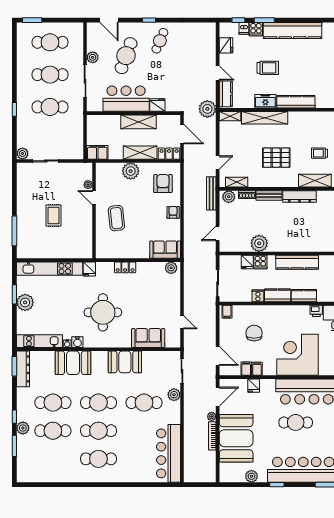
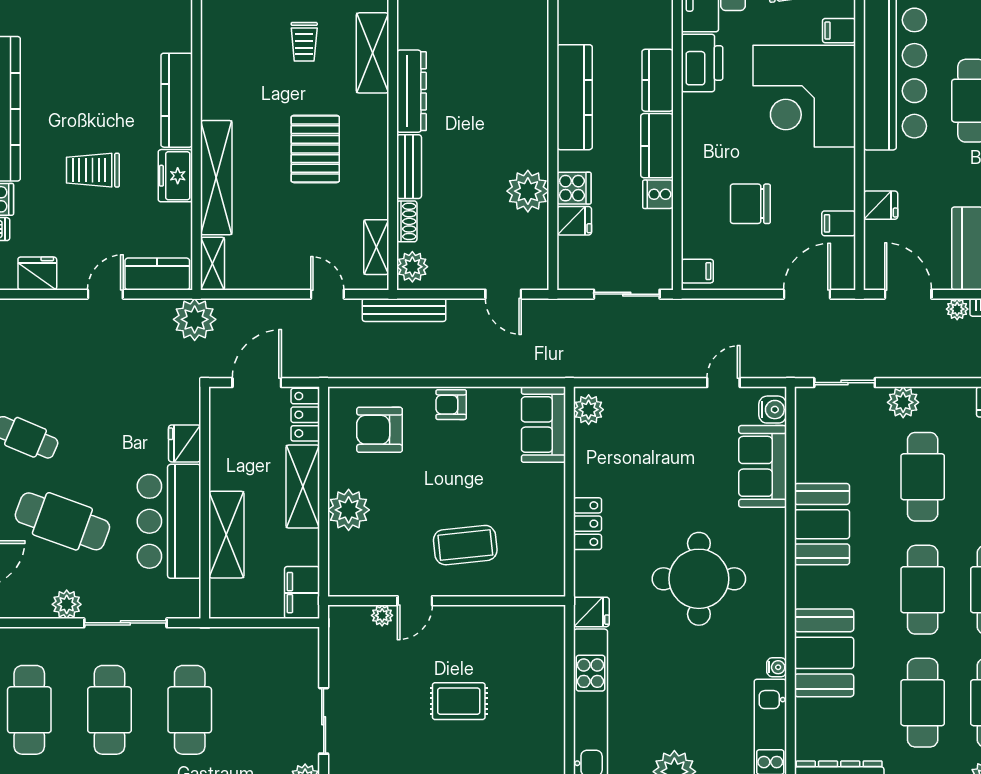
trolley: (268, 68) -> (93, 170), turned -90
shelving: (139, 122) -> (226, 535), moved
printer: (316, 311) -> (702, 63), width x1.87, depth x1.48
water cooler: (77, 342) -> (773, 410), moved
filing cabinet: (257, 369) -> (839, 31), moved

